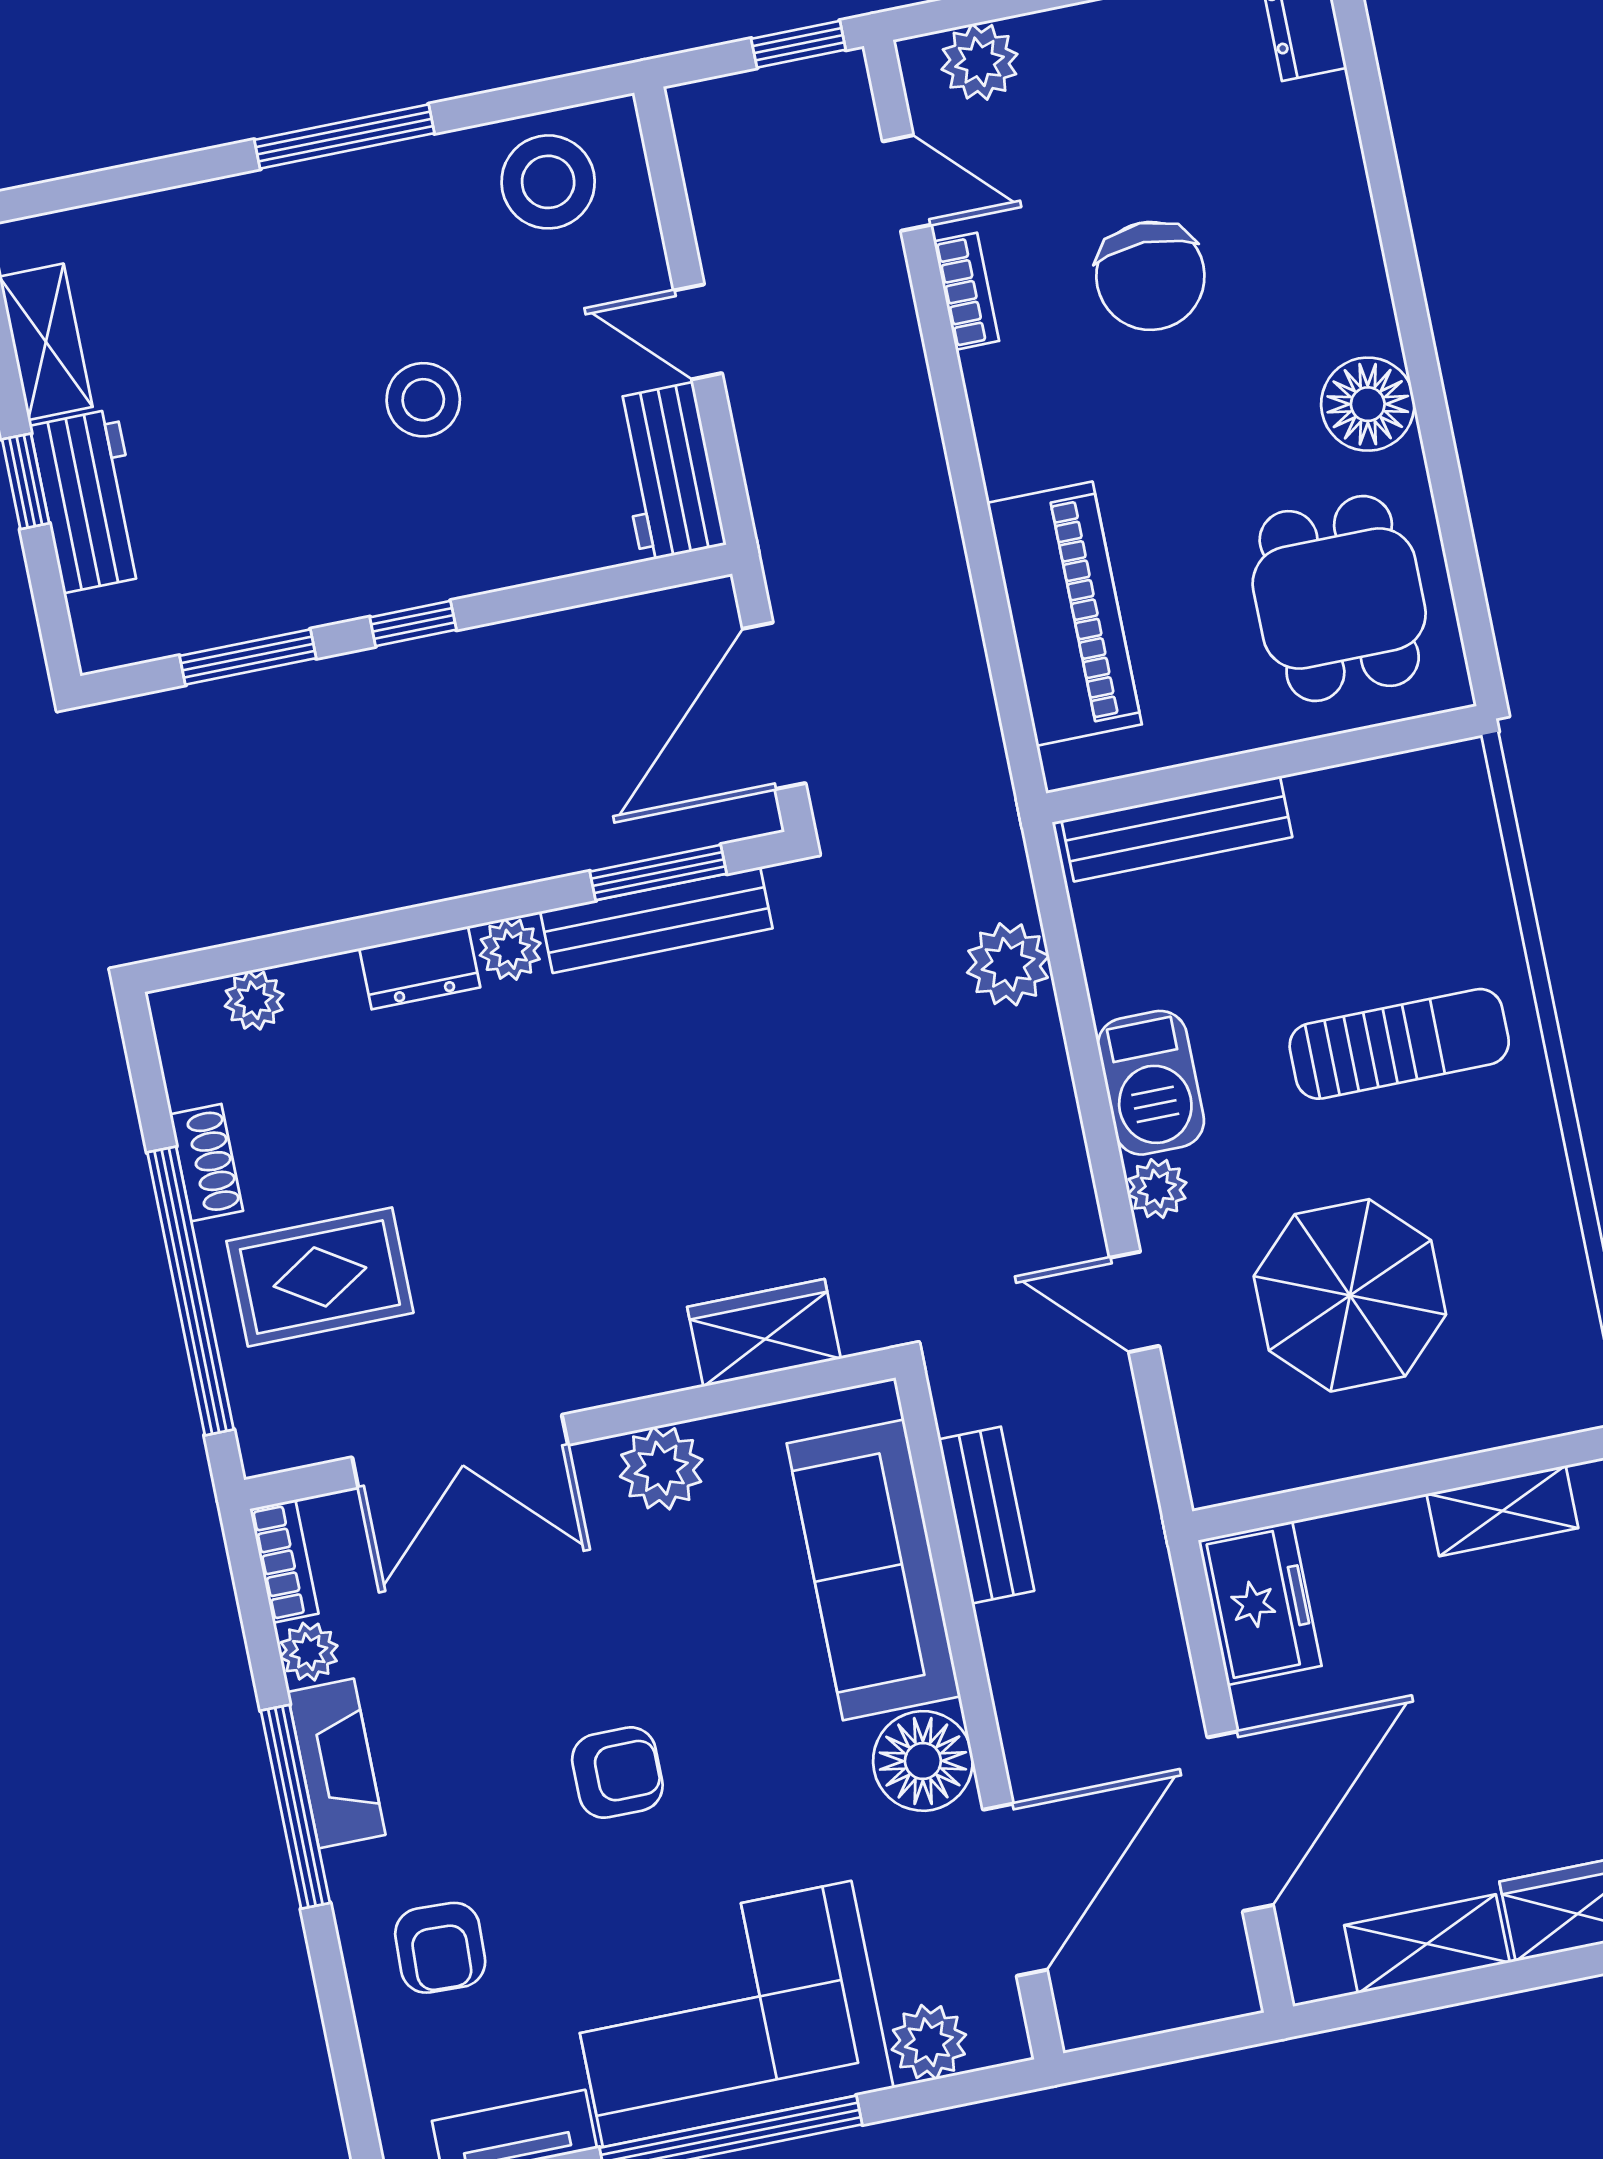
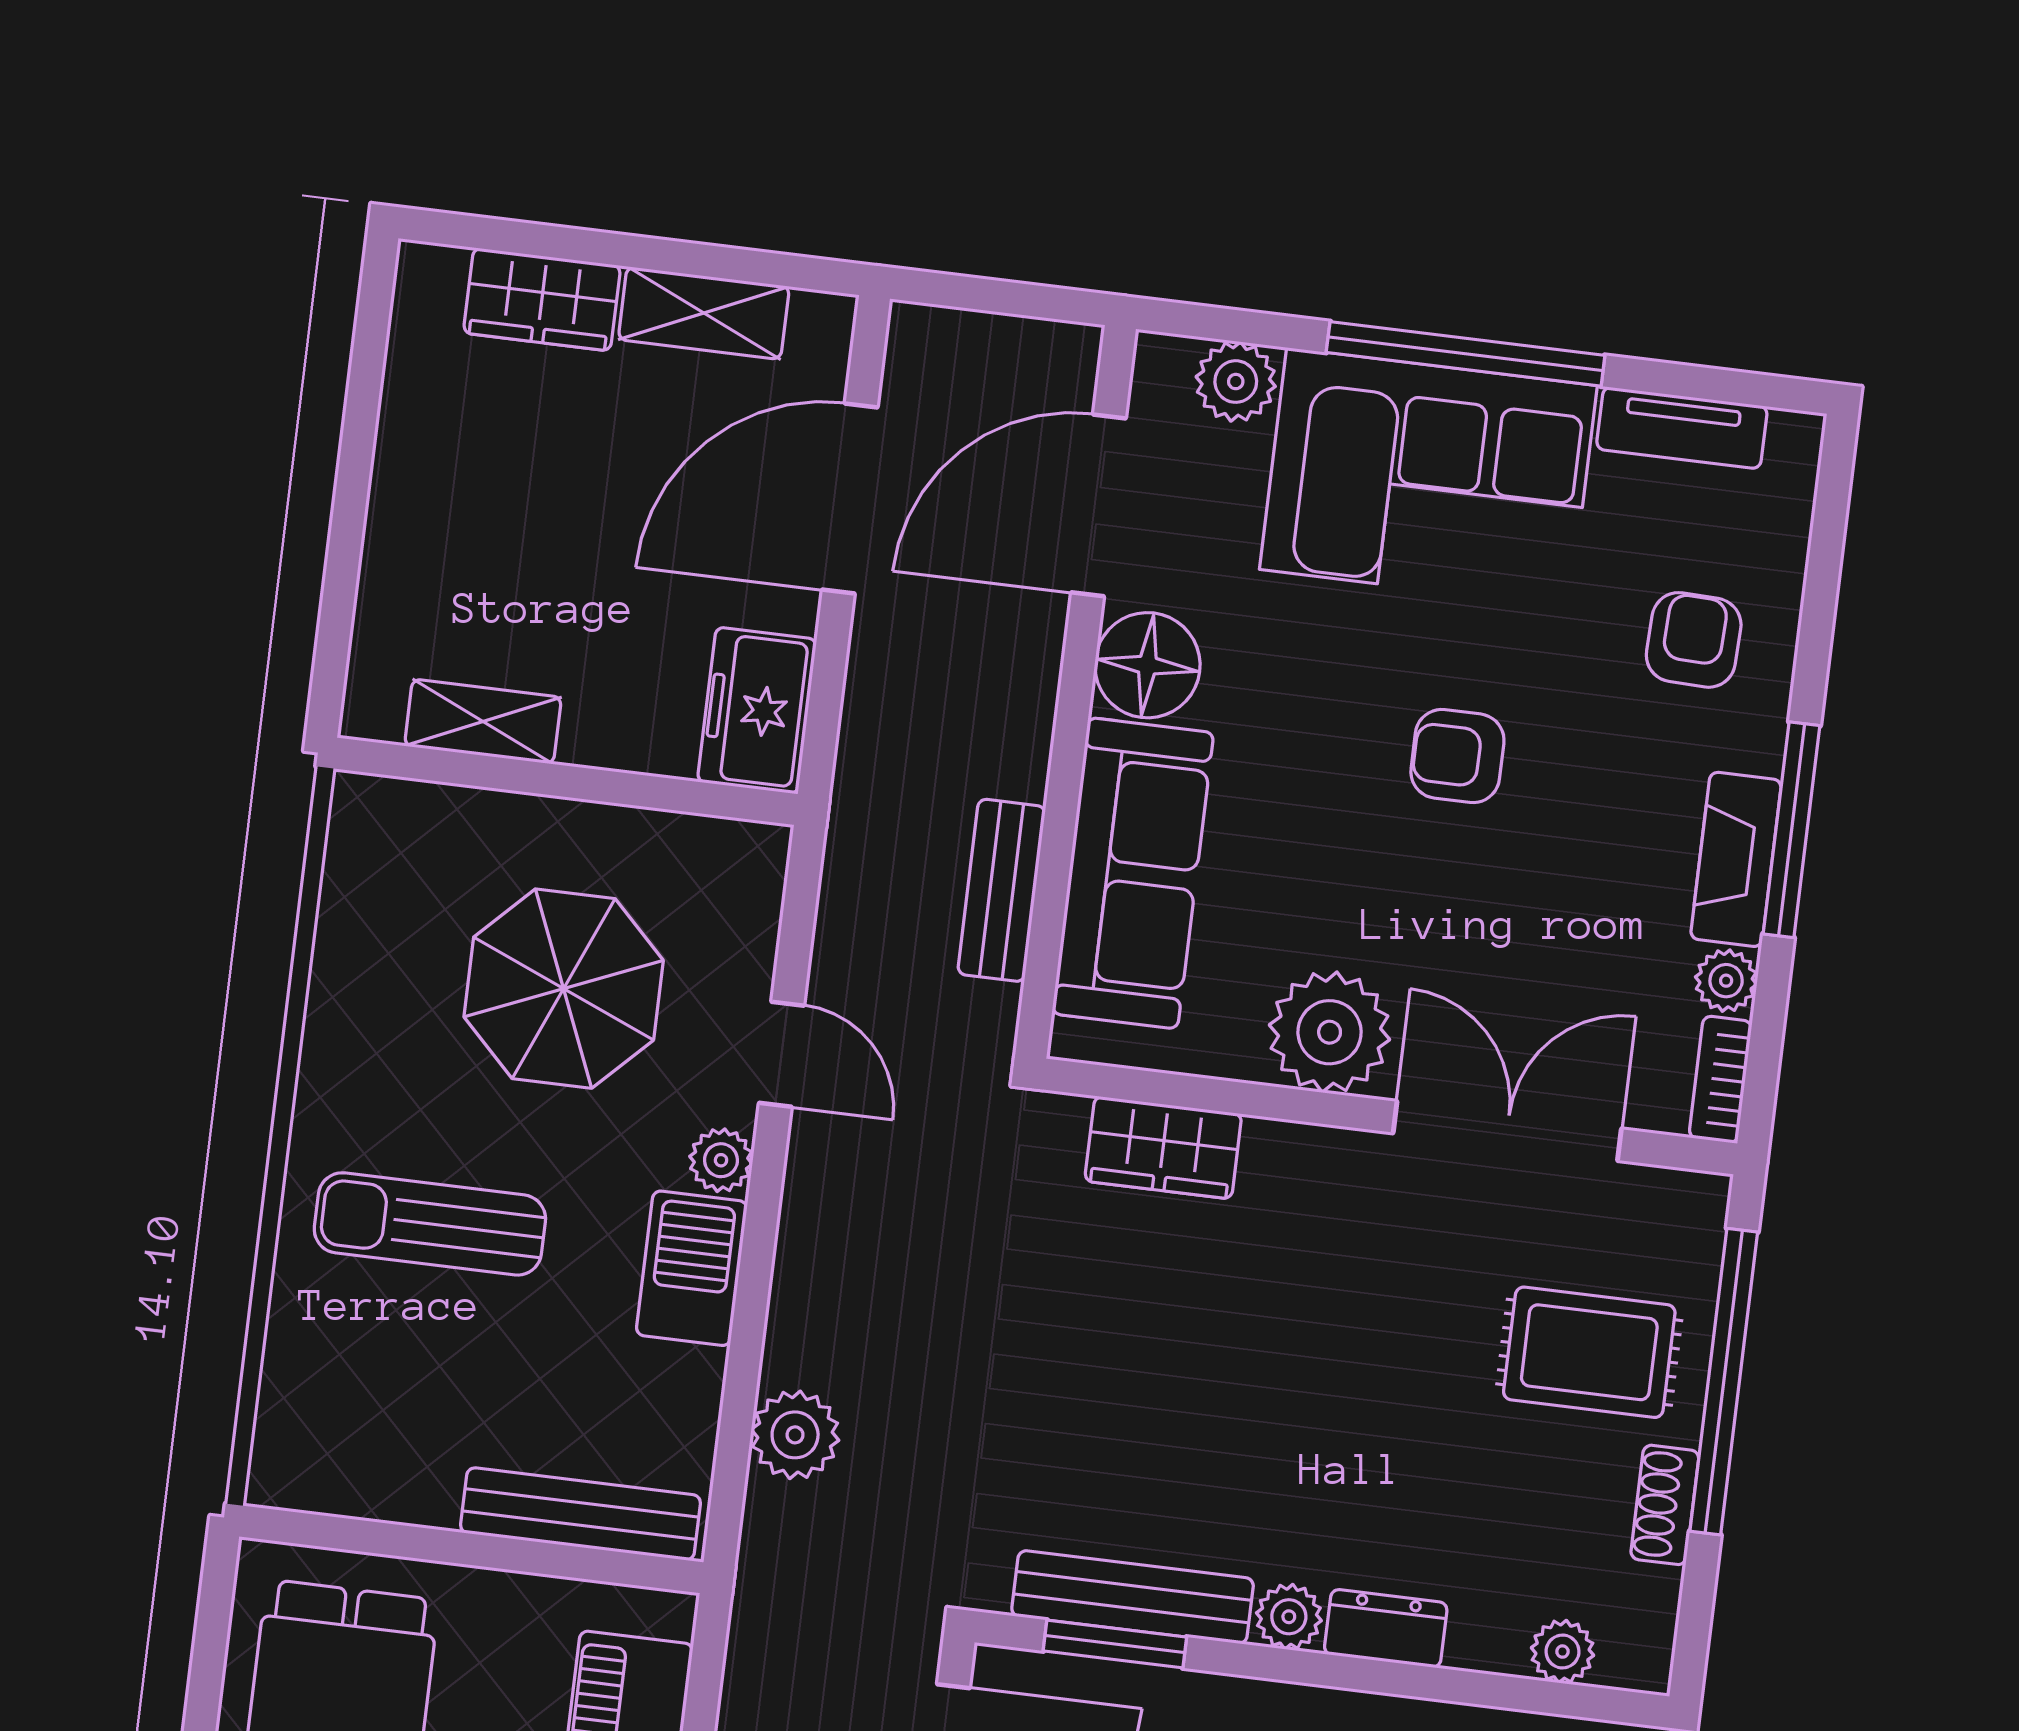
plant: (661, 1468) -> (1330, 1032), width x1.36, depth x1.36

